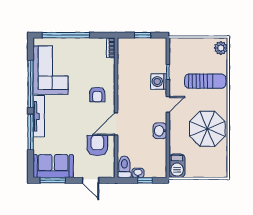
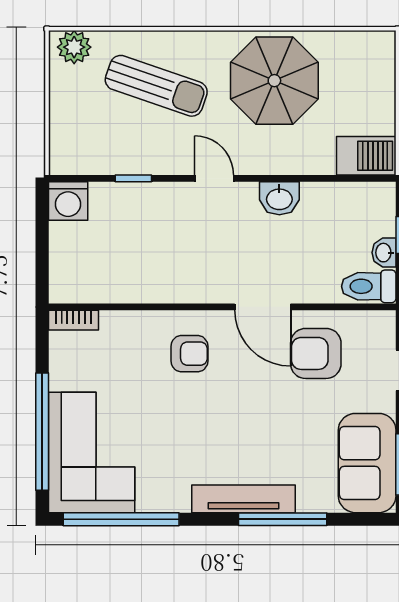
window: (143, 35) -> (42, 241), removed
corner sofa: (50, 70) -> (92, 452), moved, turned 90
sun lounger: (205, 81) -> (156, 86), turned 109
washing machine: (159, 82) -> (68, 201), moved
window: (31, 84) -> (121, 519), moved

